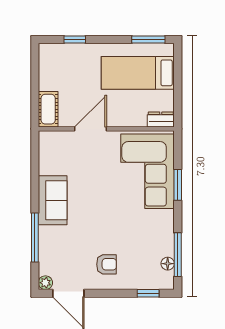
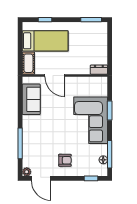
bed: (138, 73) -> (45, 41), moved, turned 180
door: (90, 129) -> (55, 76), swing flipped
corner sofa: (148, 171) -> (91, 120), moved
sofa: (53, 200) -> (31, 99), moved

